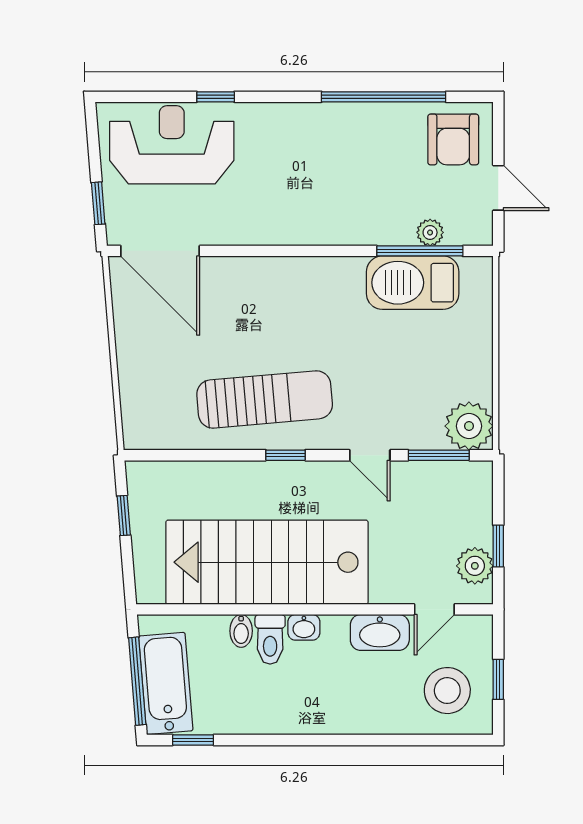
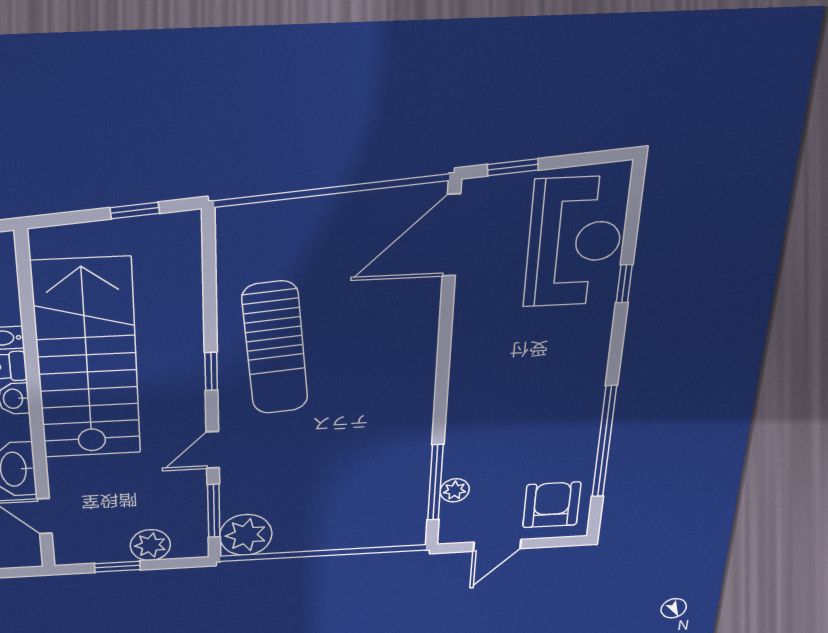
armchair: (453, 139) -> (552, 505), turned 90
barbecue: (413, 283) -> (402, 478), removed
plant: (475, 566) -> (150, 545), moved

